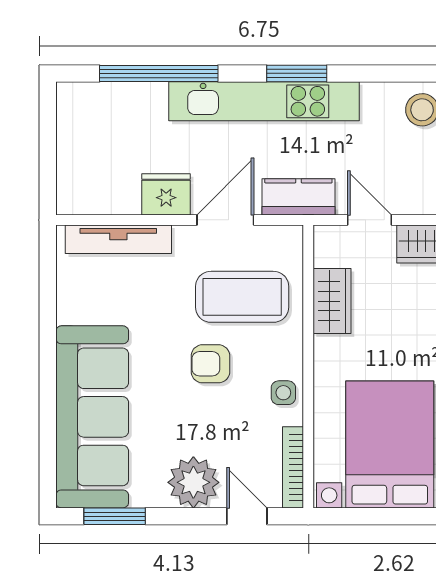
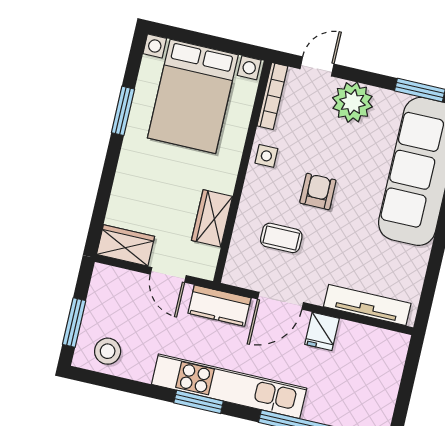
fridge: (166, 194) -> (322, 331), width x0.72
coffee table: (242, 297) -> (281, 238), width x0.54, depth x0.58
armchair: (210, 364) -> (318, 191), turned -90
door: (247, 516) -> (317, 66), swing flipped

